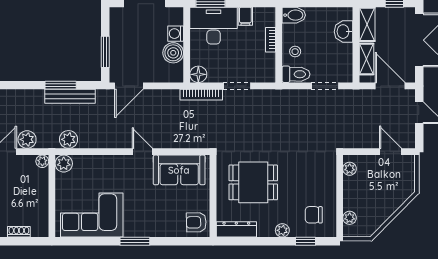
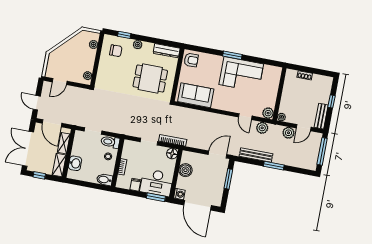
washing machine: (176, 34) -> (179, 194), moved
window: (61, 85) -> (274, 166), moved
door: (142, 152) -> (245, 117), moved
door: (391, 152) -> (60, 82), hinge flipped
corner sofa: (92, 215) -> (241, 74), moved

